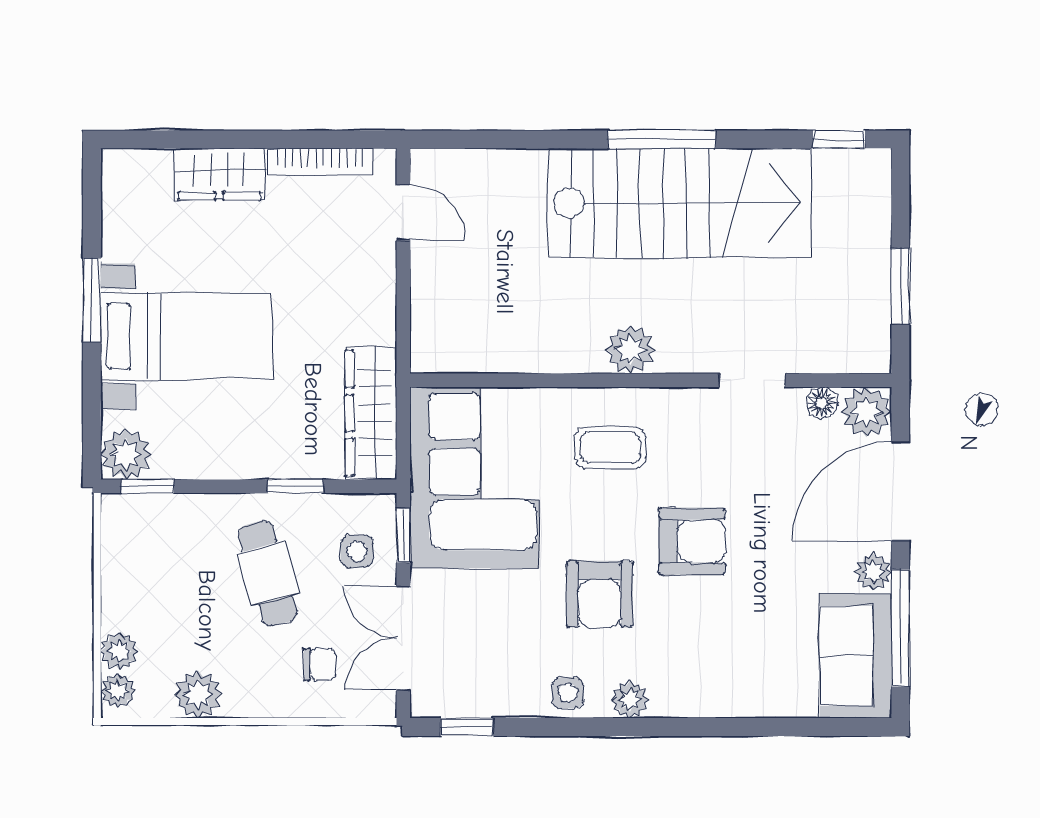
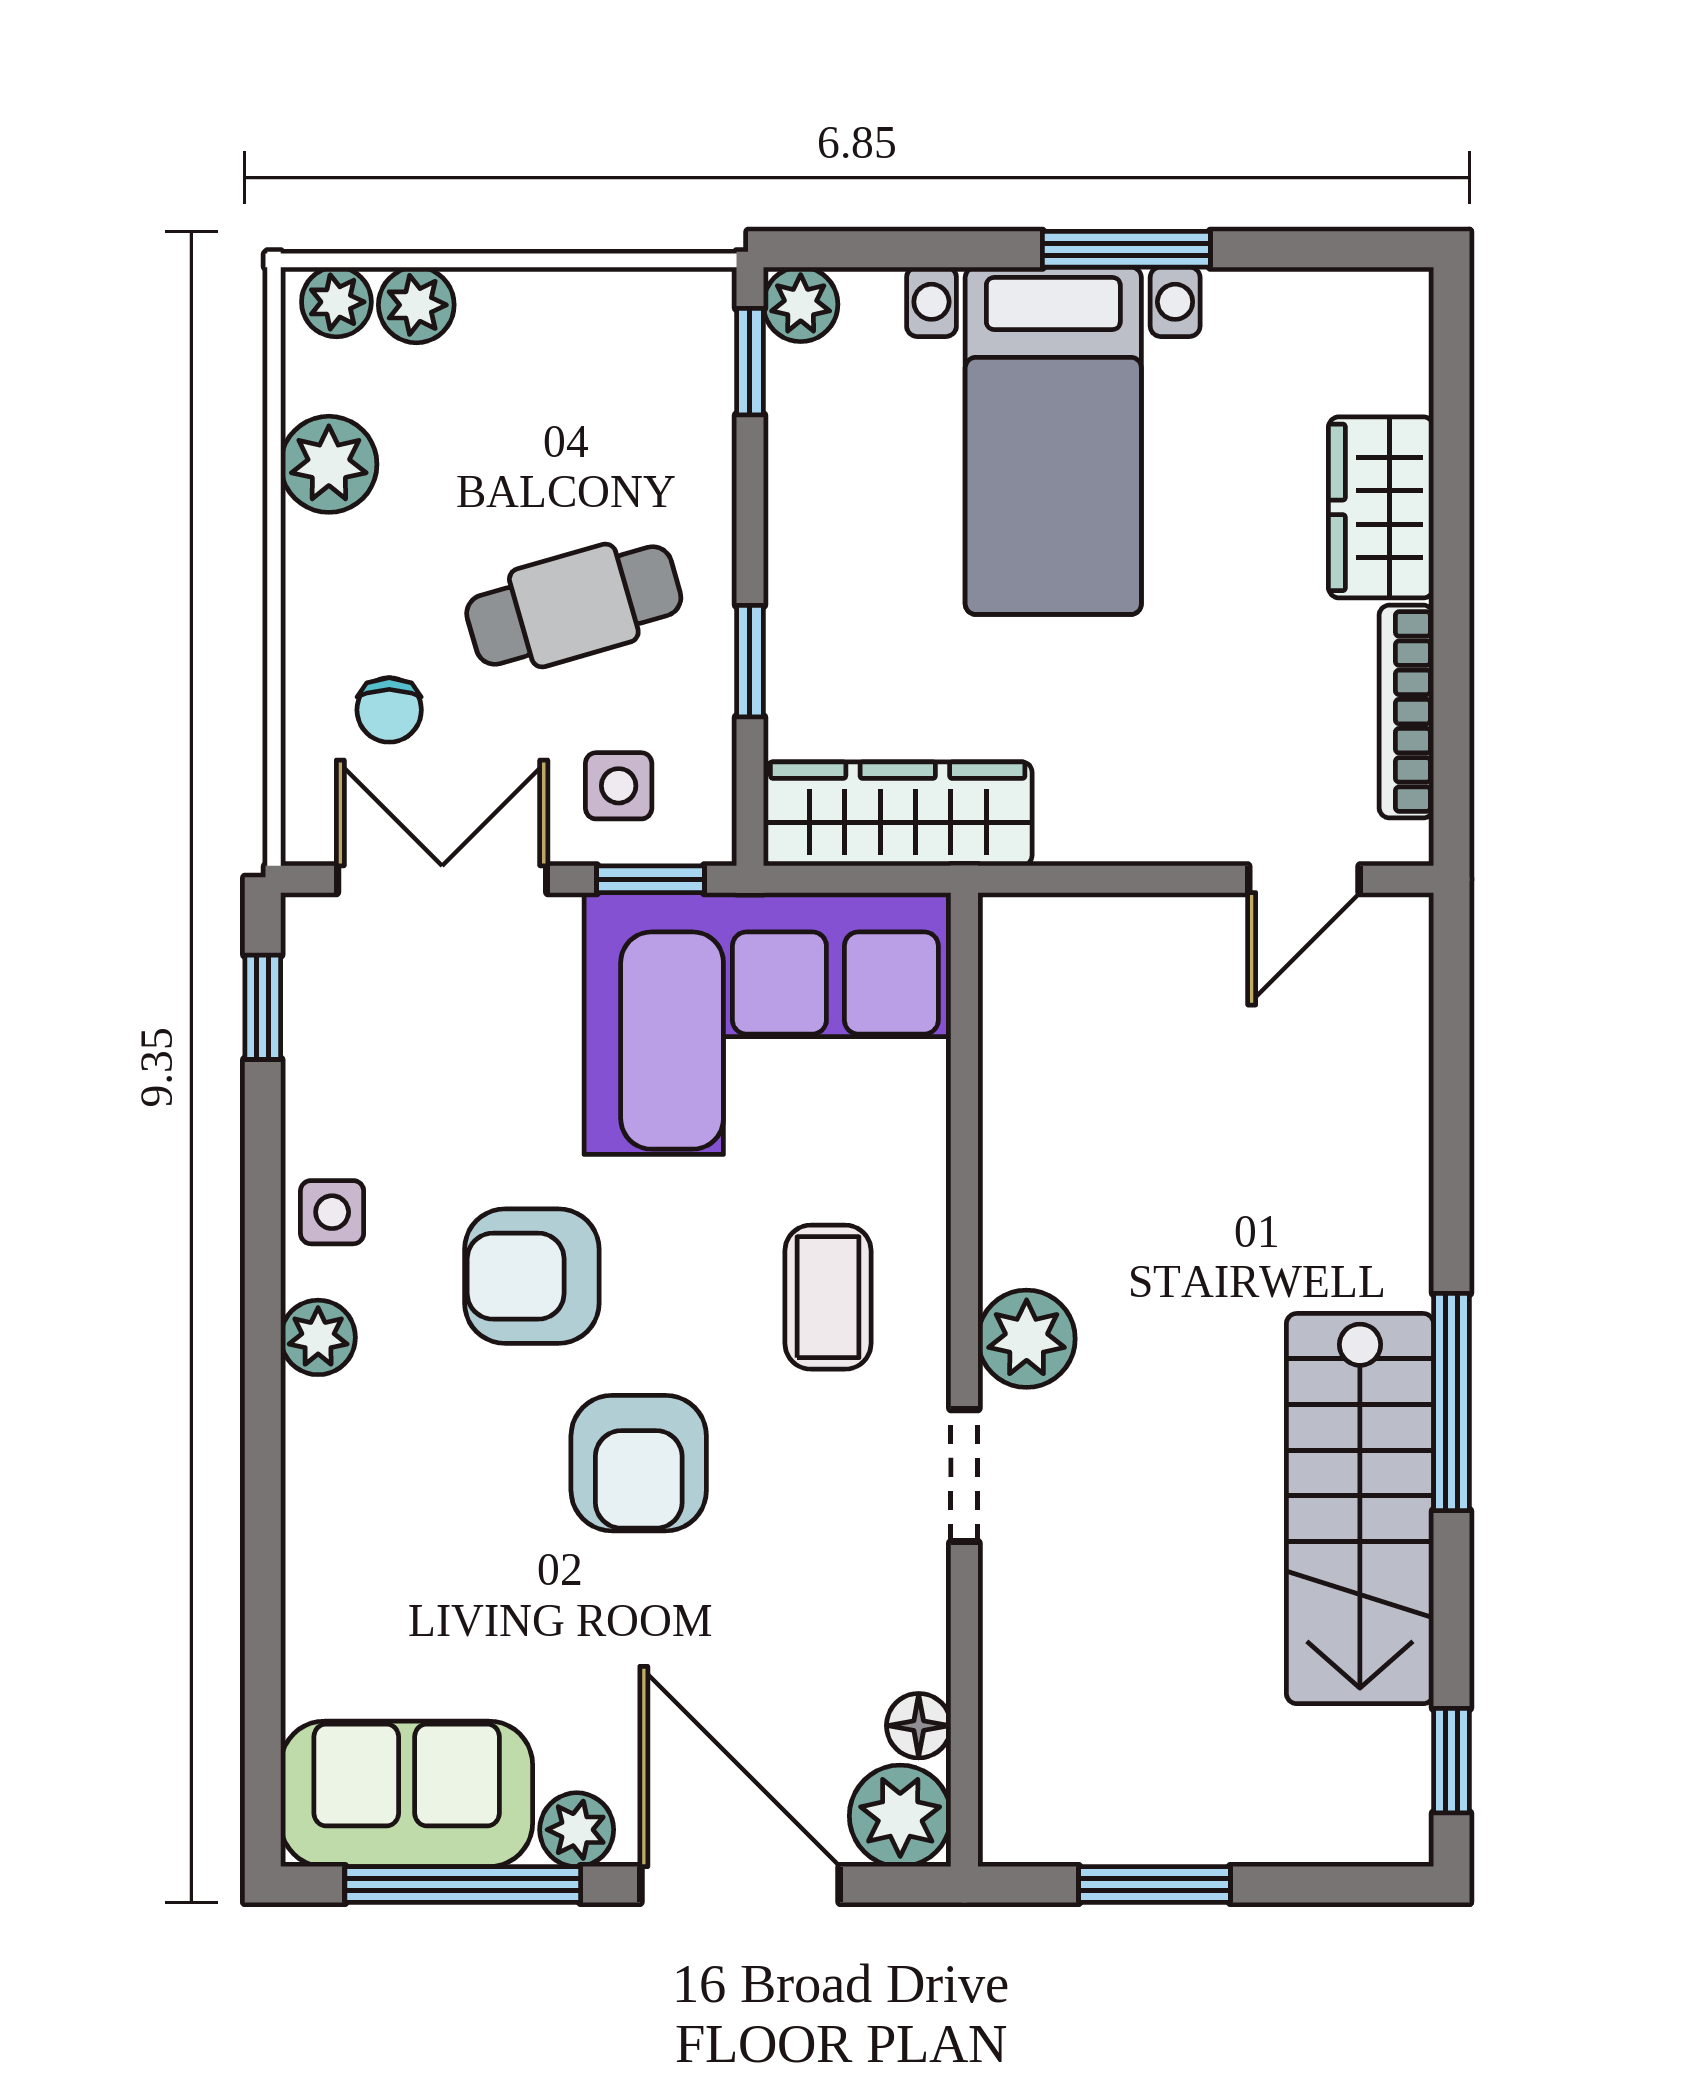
stairs: (679, 203) -> (1360, 1509), width x0.73, depth x0.66
doorway: (752, 380) -> (964, 1476), moved
plant: (126, 454) -> (801, 304), width x0.73, depth x0.73

